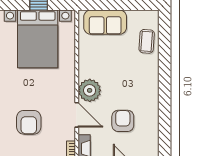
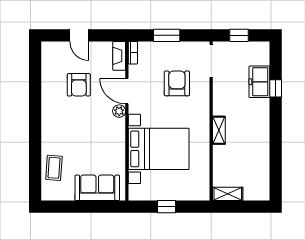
bed with nightstands: (38, 39) -> (159, 149), moved, turned 90
plant: (90, 90) -> (119, 111), width x0.53, depth x0.53

